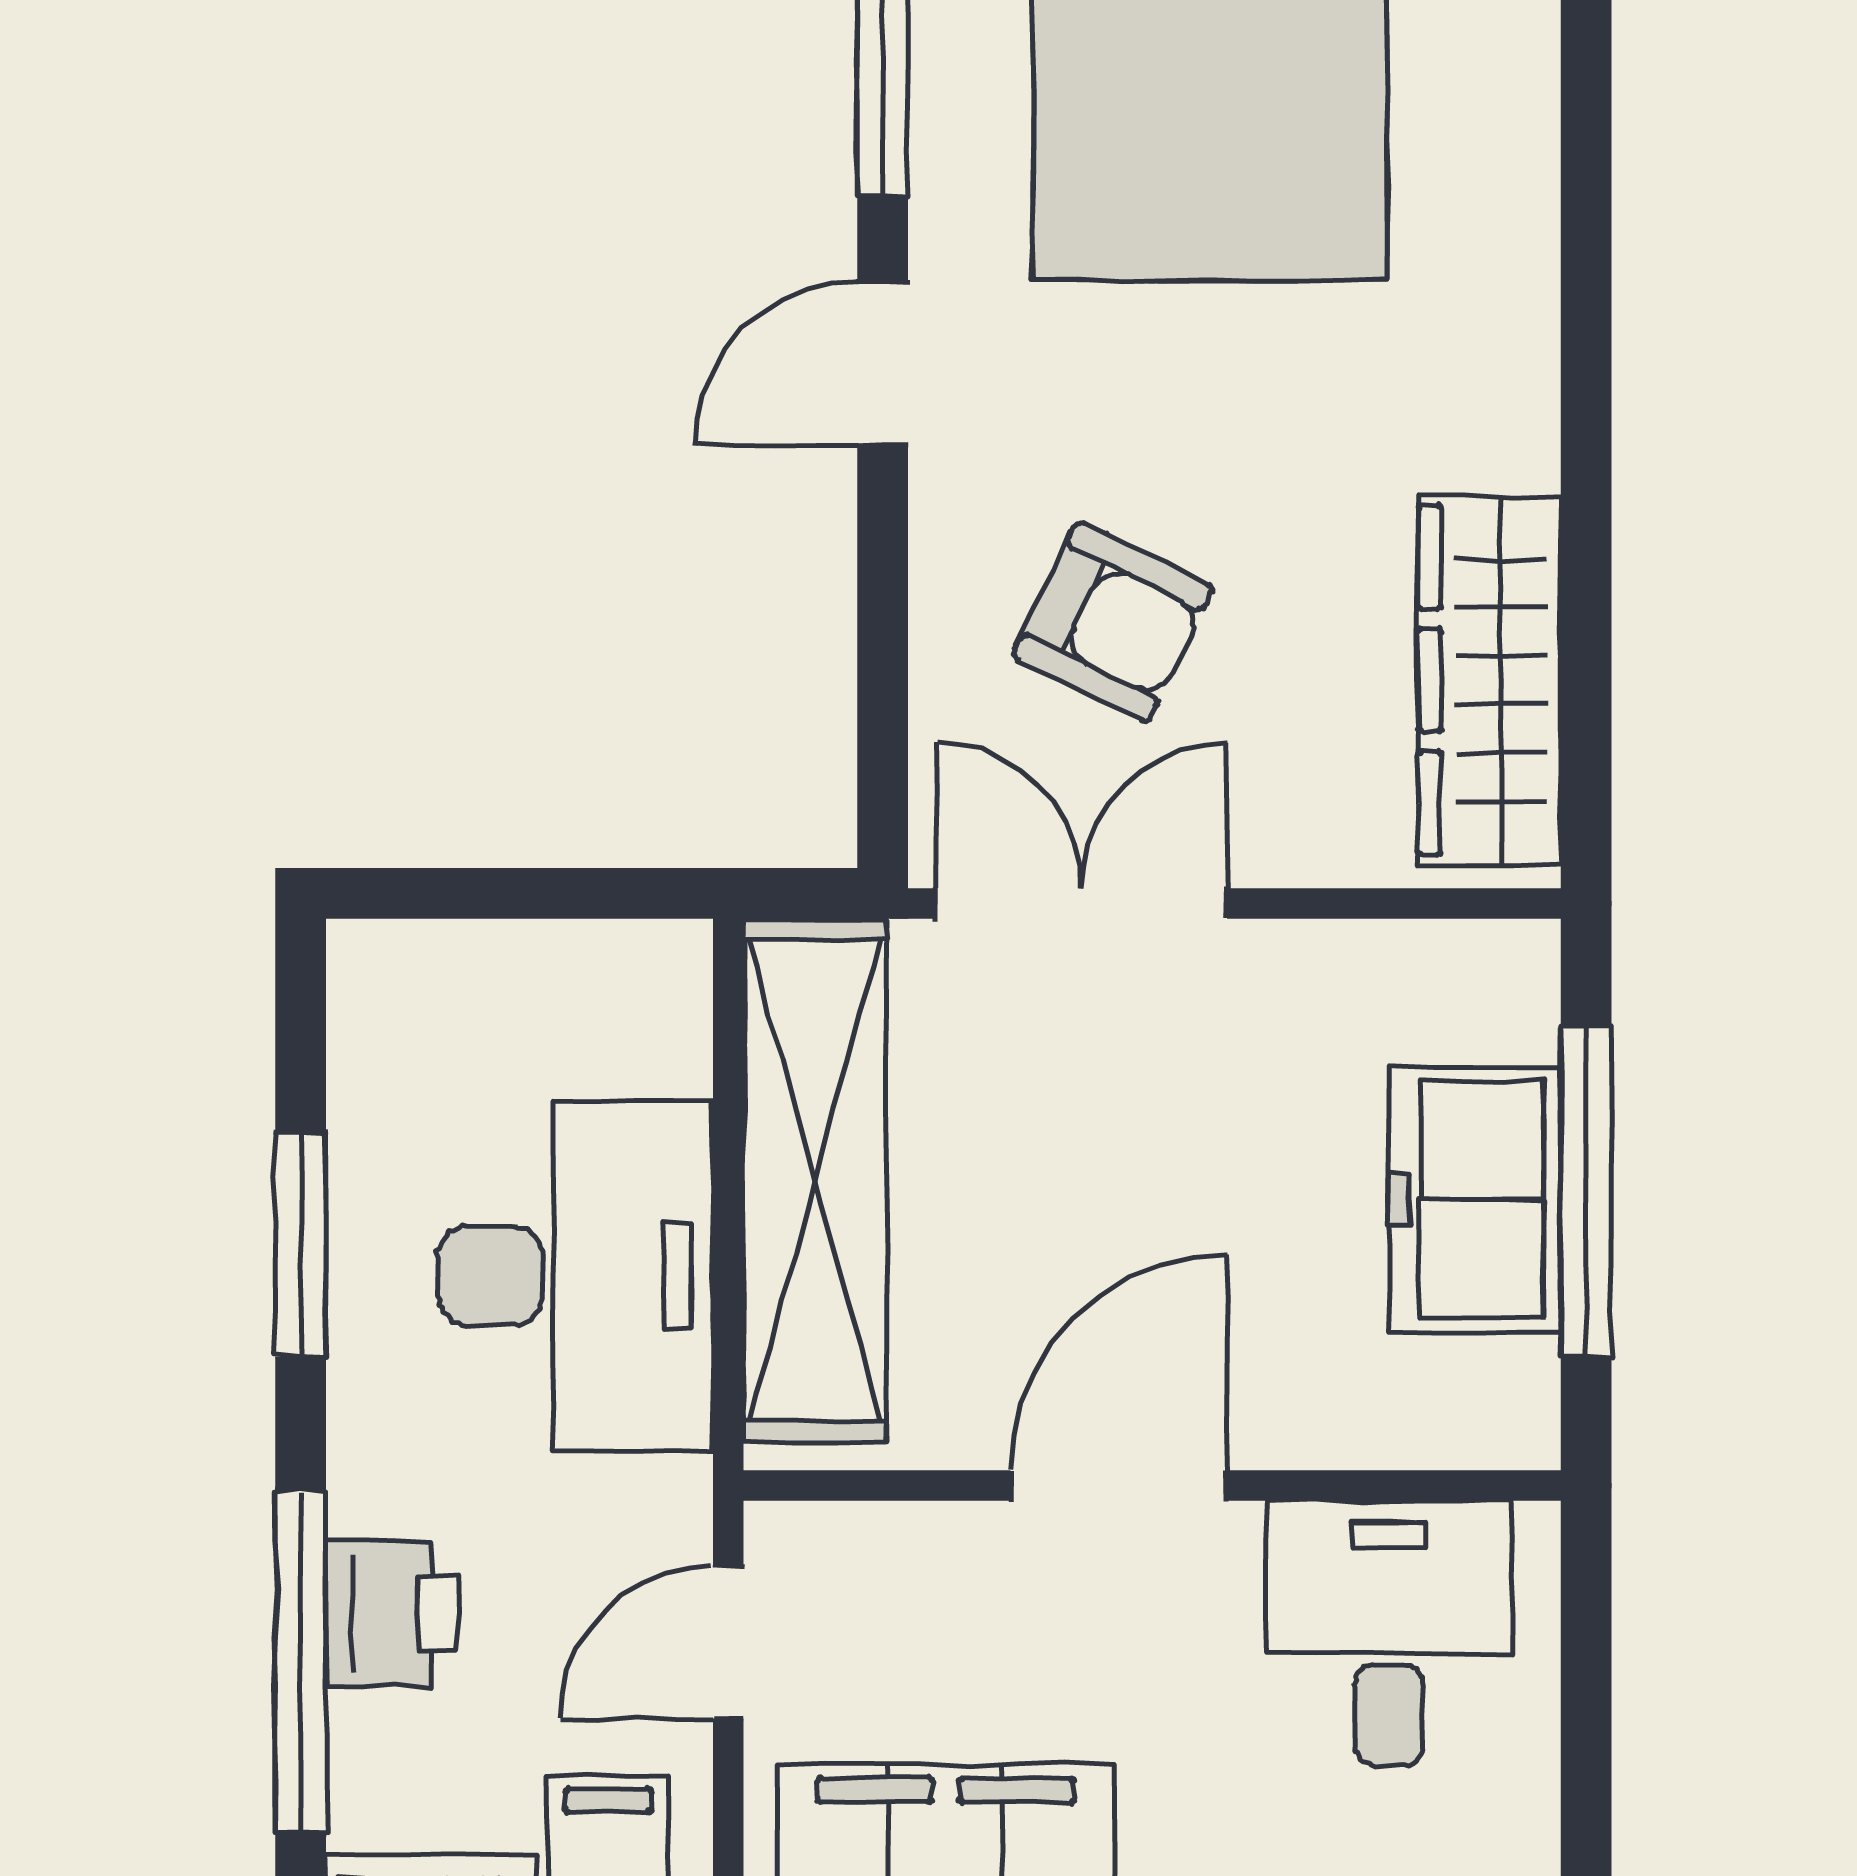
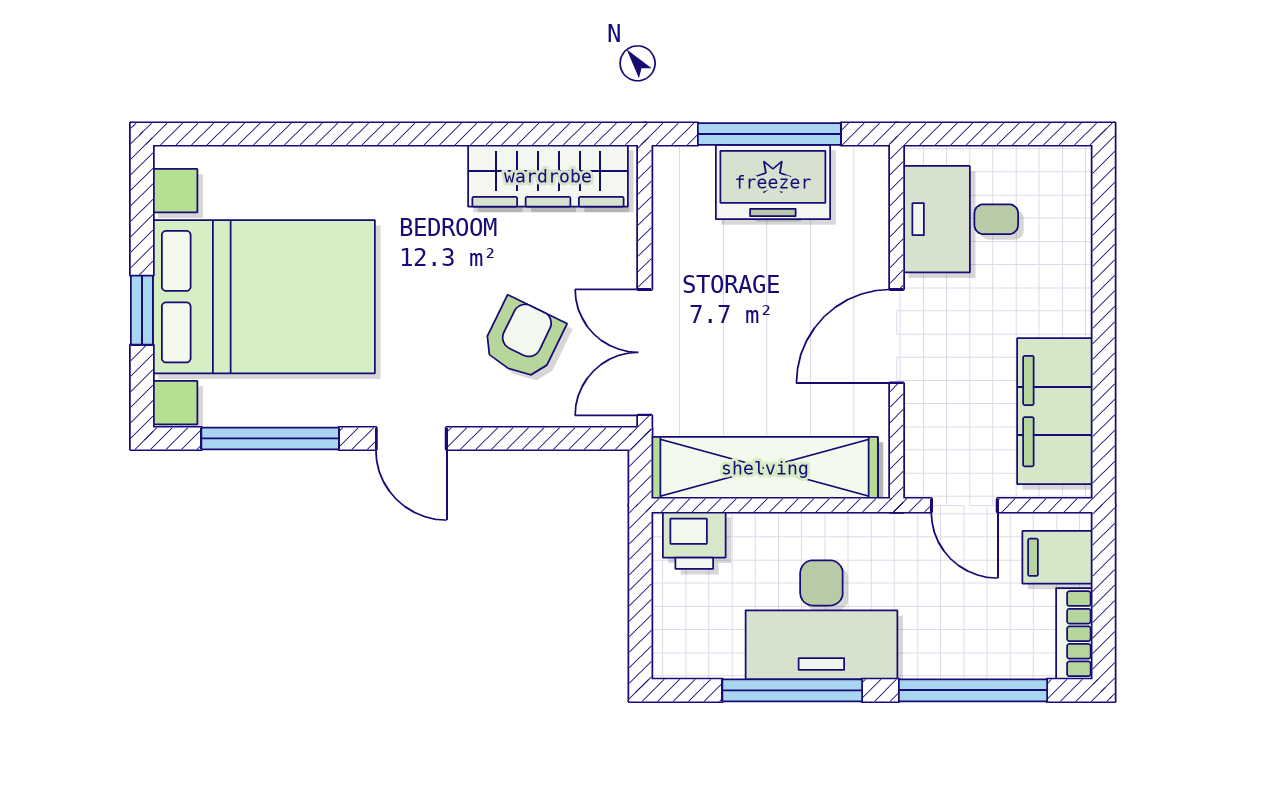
window: (301, 1245) -> (792, 690), width x1.44
desk: (575, 1276) -> (821, 620), moved, turned 180
door: (1119, 1486) -> (897, 336), hinge flipped
printer: (392, 1614) -> (694, 540), moved, turned 180

